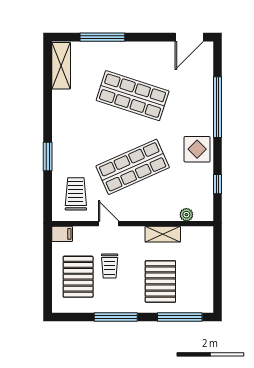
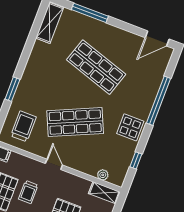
door: (109, 224) -> (54, 164), moved
shelving: (163, 234) -> (104, 193), moved

